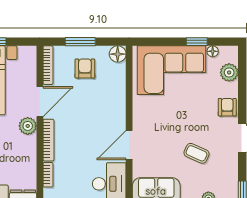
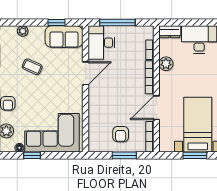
floor lamp: (118, 54) -> (95, 146), removed
plant: (28, 126) -> (166, 64), moved

